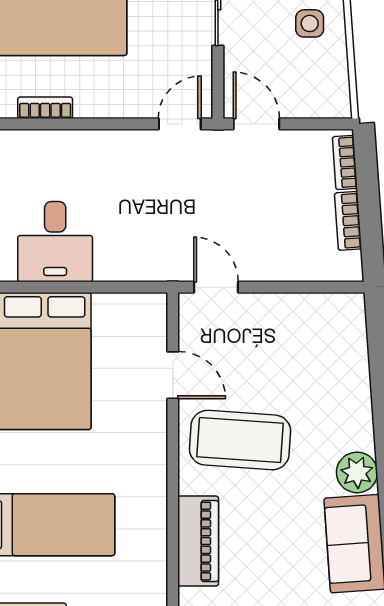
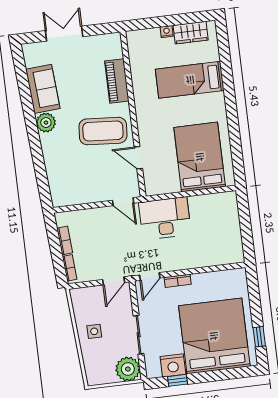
bookcase: (45, 108) -> (178, 281), moved
door: (256, 124) -> (114, 281), hinge flipped
desk: (55, 242) -> (165, 218), moved, width x1.37

